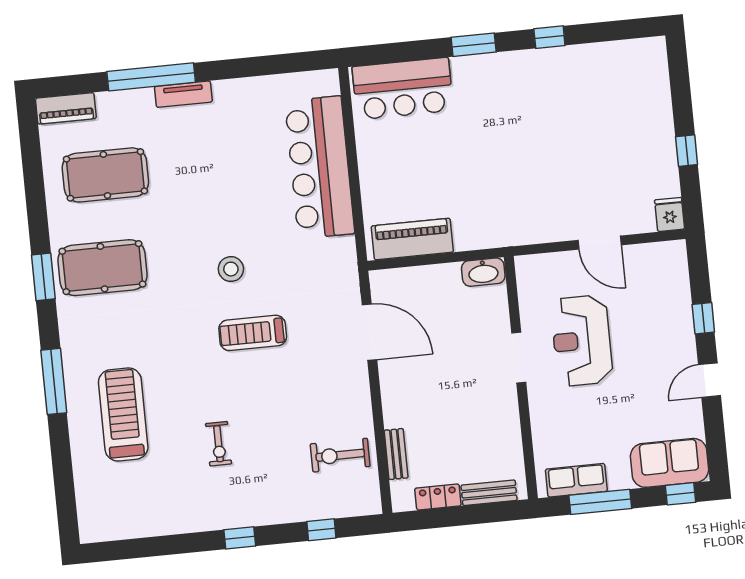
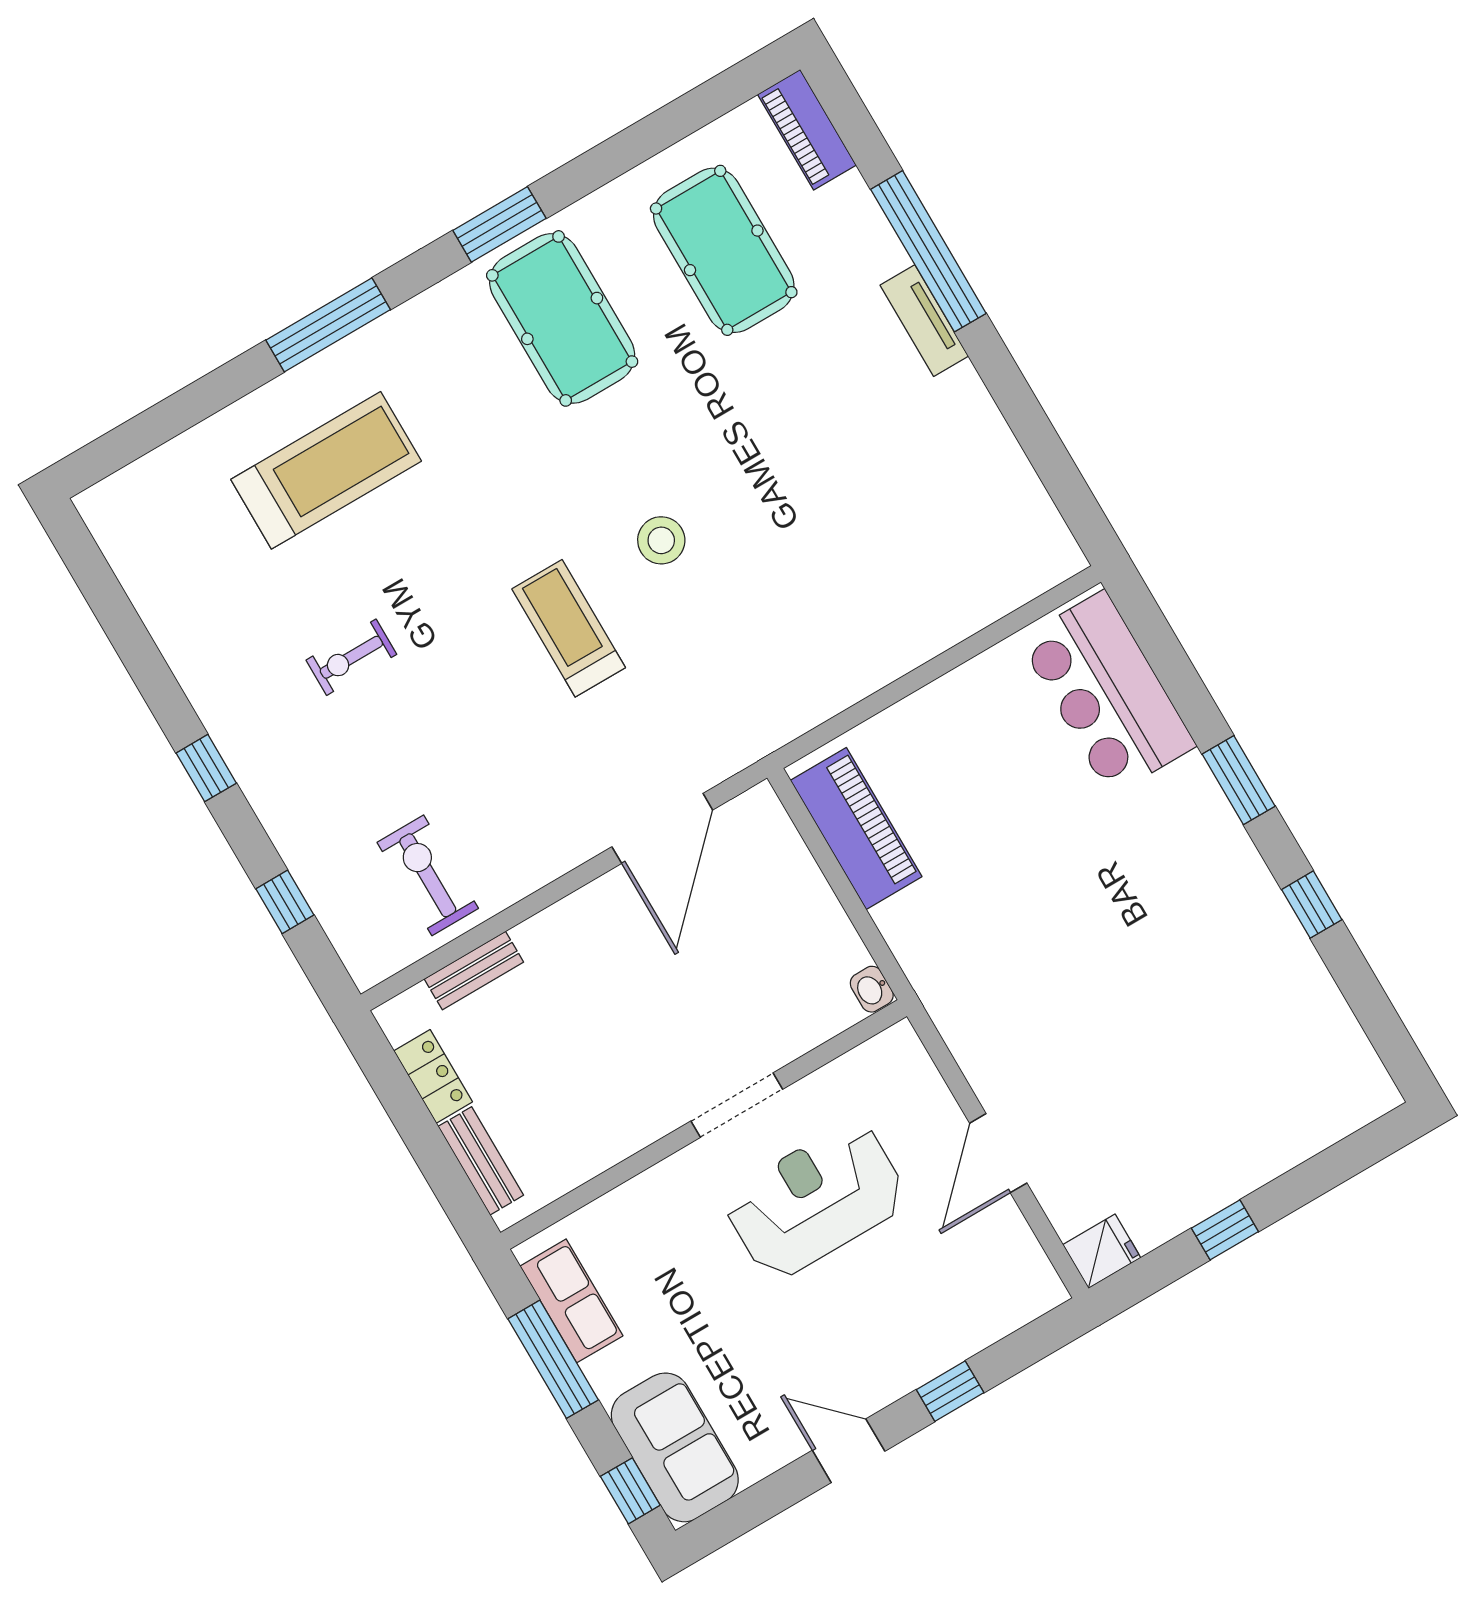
bar counter: (320, 167) -> (906, 612), removed
washbasin: (483, 272) -> (872, 989), width x0.52, depth x0.69

